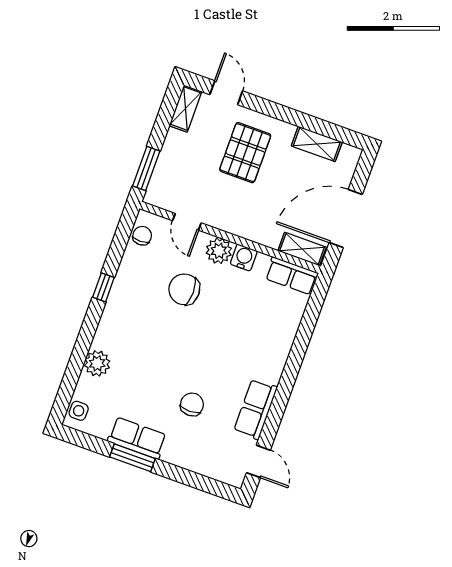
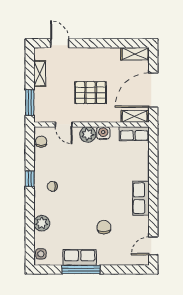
shelving: (185, 109) -> (40, 74), moved
shelving: (317, 144) -> (135, 54), moved
pallet: (245, 153) -> (91, 93), moved, turned 90
chair: (184, 289) -> (52, 186), moved, width x0.54, depth x0.54
row of seats: (256, 409) -> (141, 198), moved
window: (132, 458) -> (81, 270), width x1.44
door: (258, 461) -> (153, 246), swing flipped

